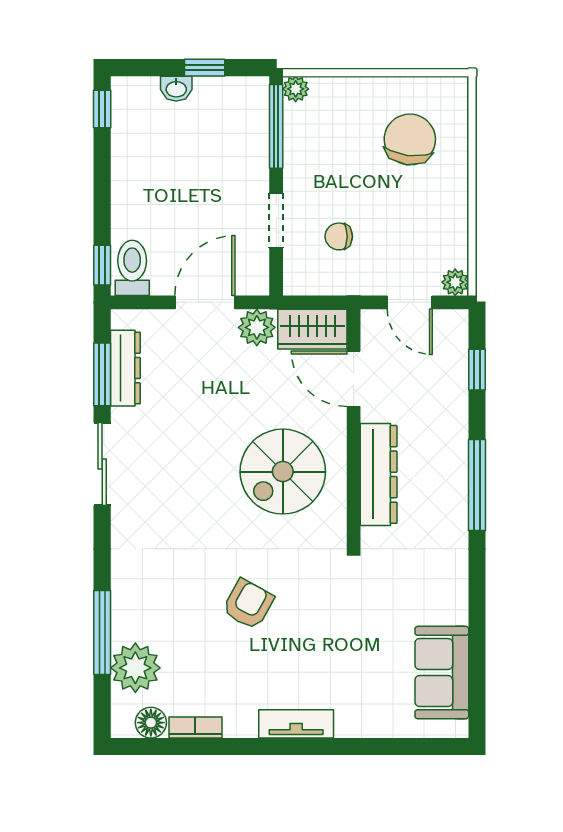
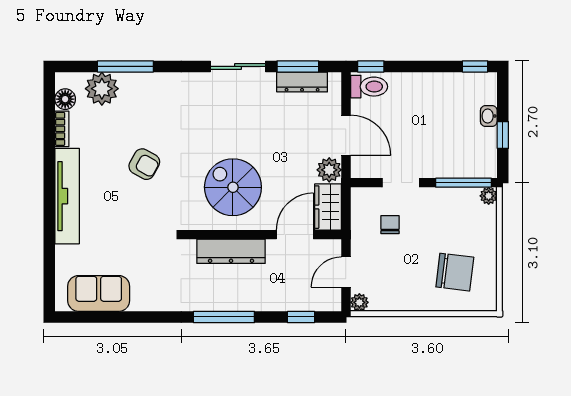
tv unit: (296, 724) -> (67, 196), width x1.92, depth x1.29

